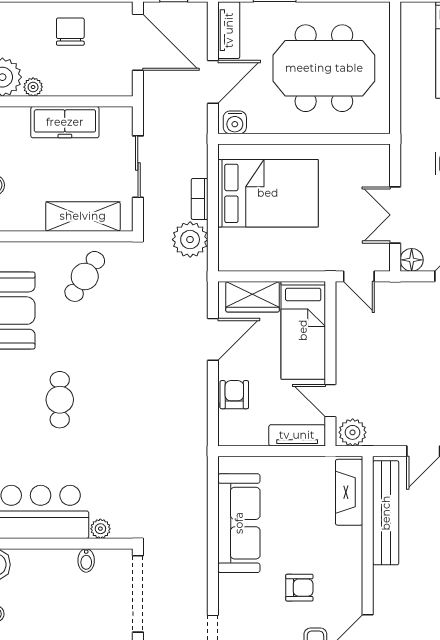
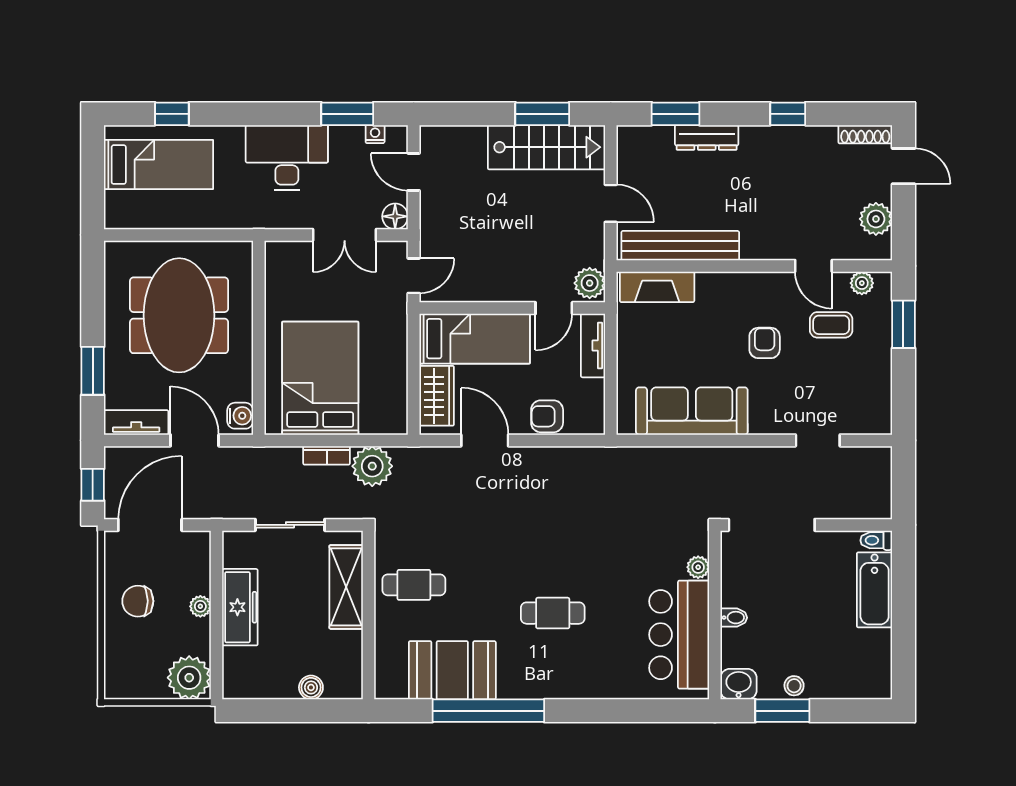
plant: (33, 87) -> (200, 606), moved
cafe table: (85, 276) -> (414, 585), turned -33
bidet: (86, 560) -> (734, 618), moved

